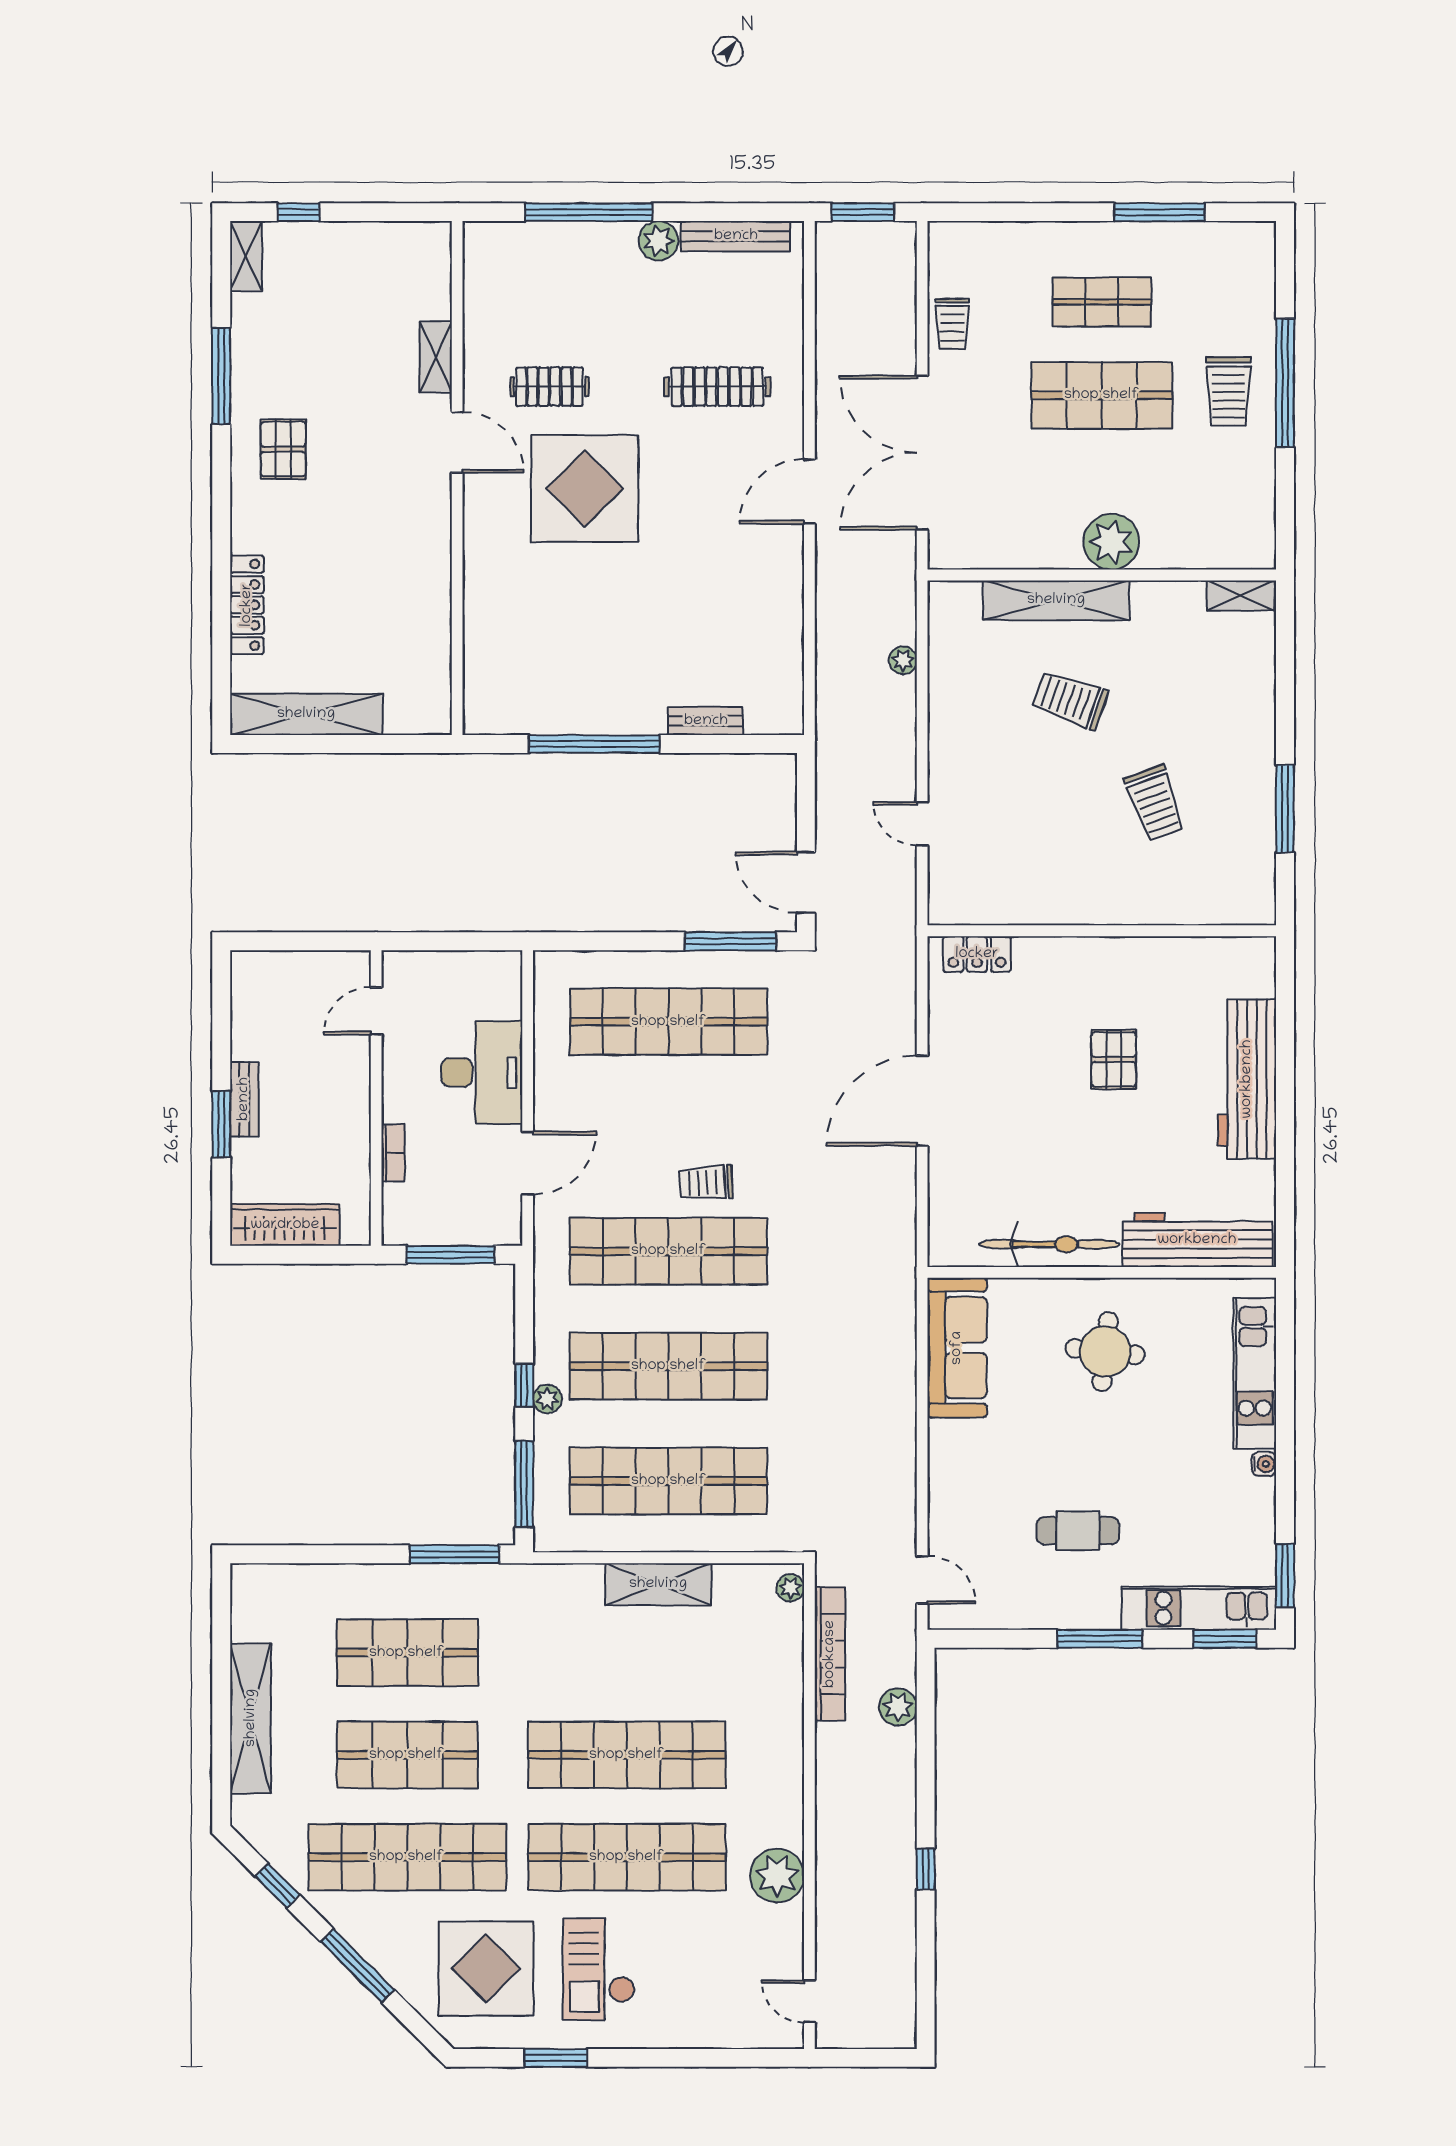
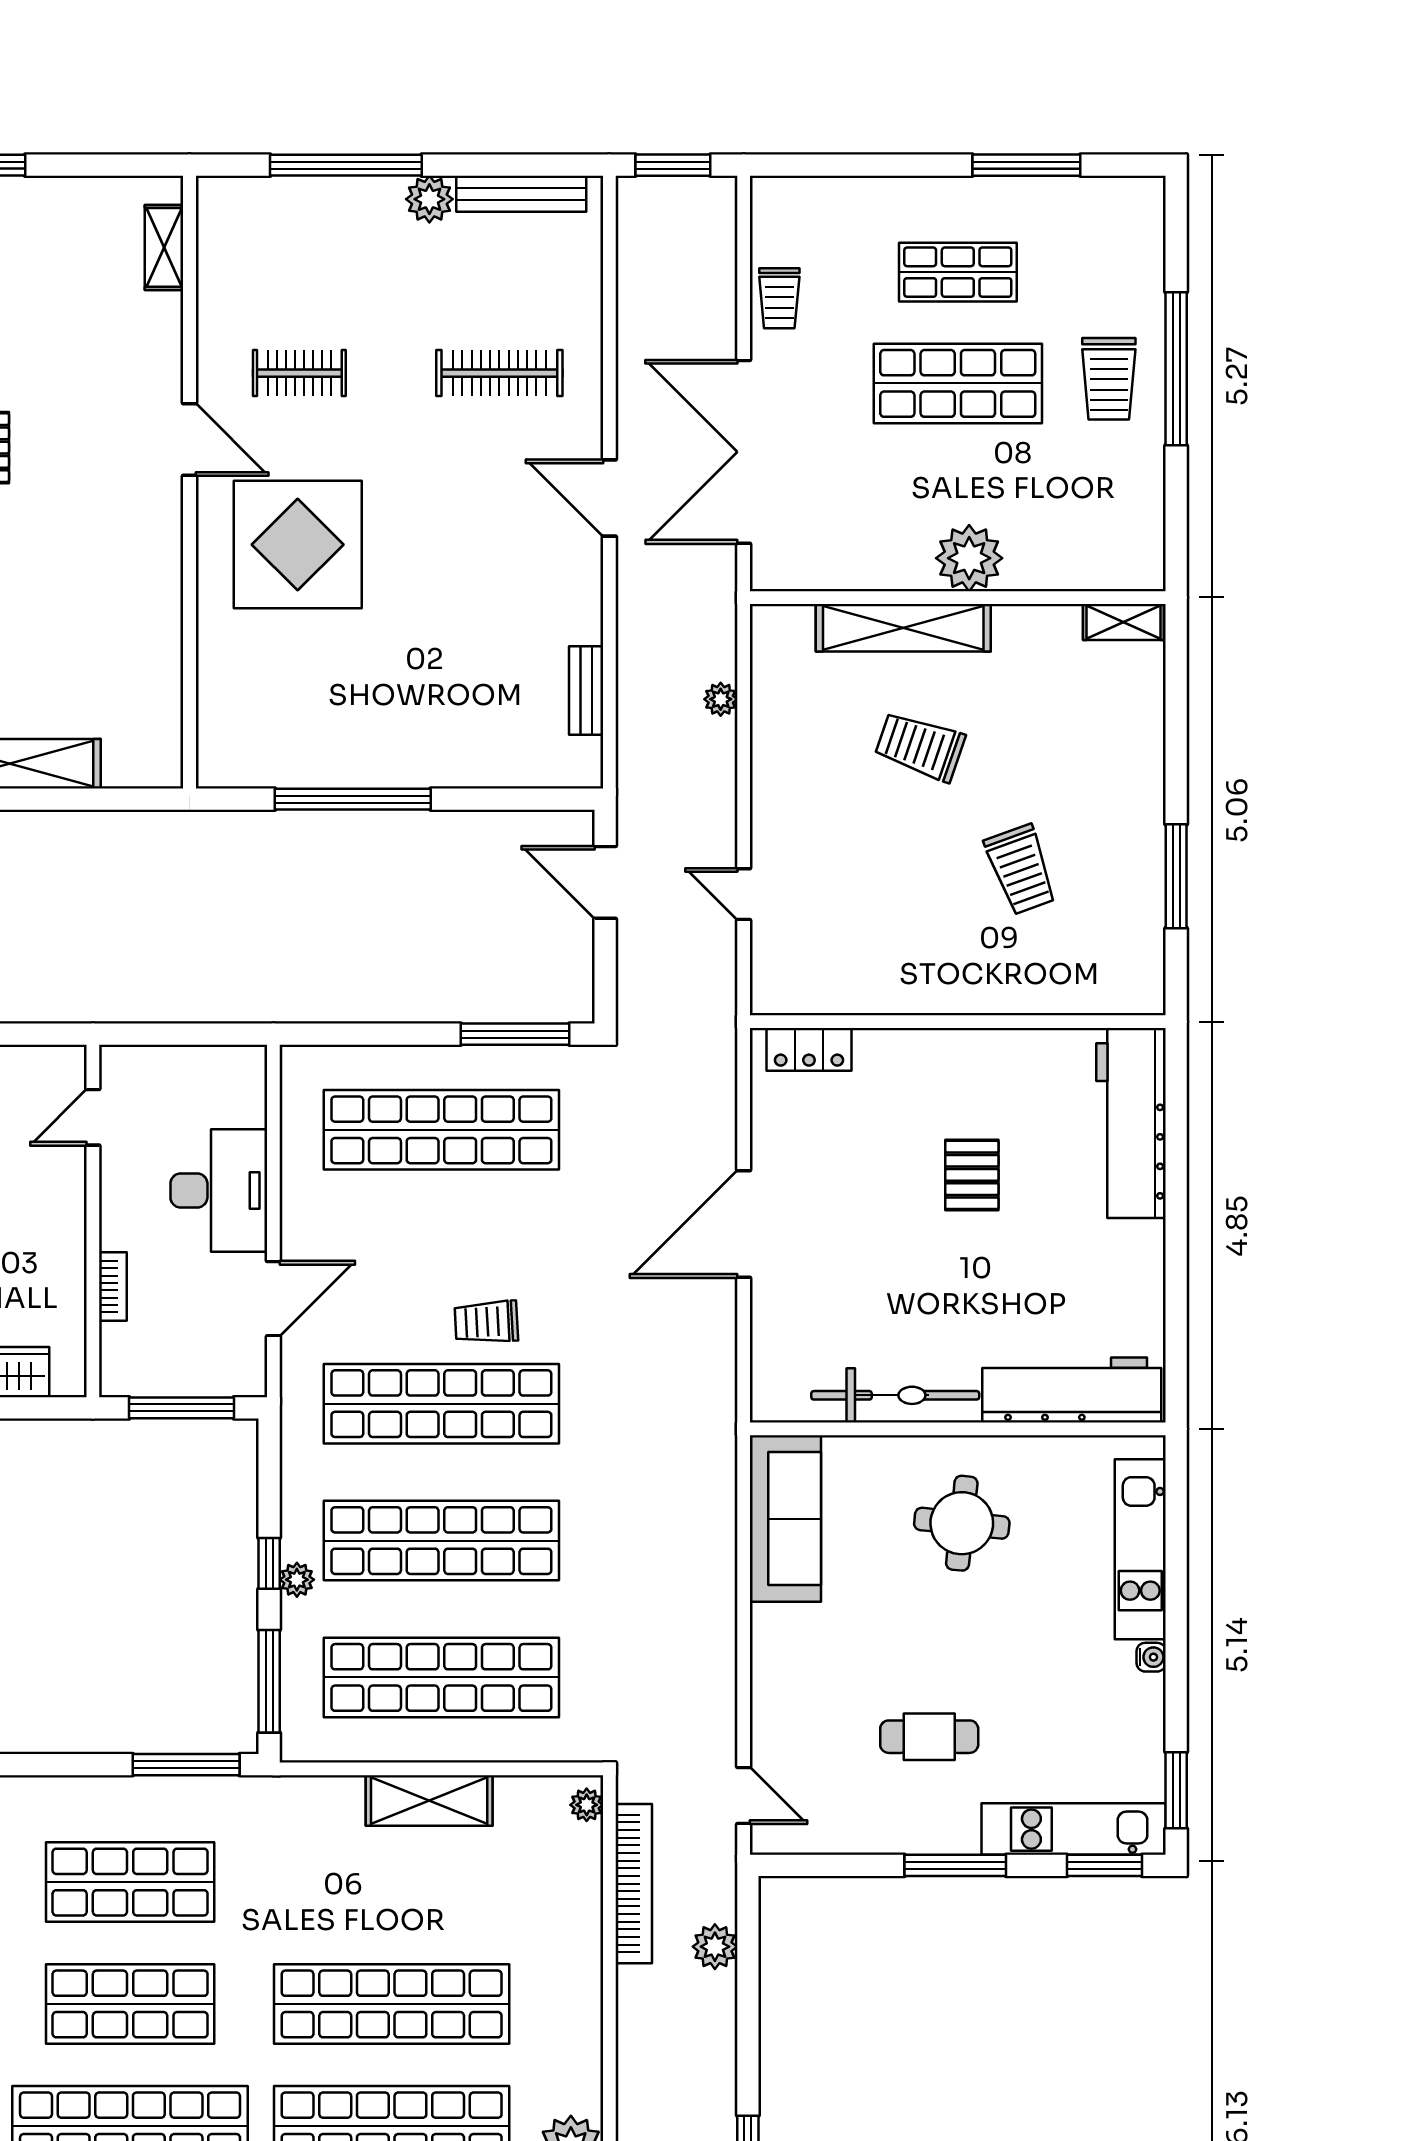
shelving: (436, 357) -> (164, 247), moved
display table: (585, 488) -> (298, 545), moved
door: (809, 492) -> (609, 498), hinge flipped
bench: (706, 721) -> (586, 691), moved, turned 90
door: (806, 882) -> (605, 882), moved
workbench: (1247, 1079) -> (1131, 1123), moved

